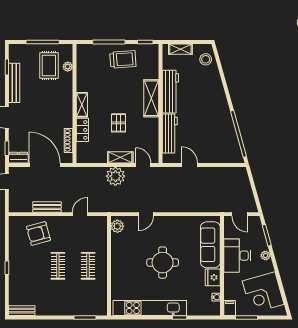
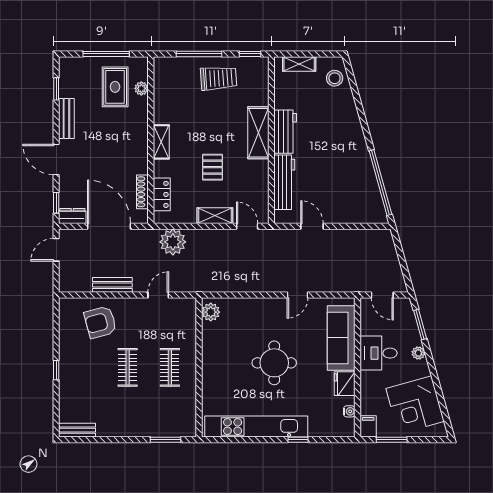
bench: (14, 83) -> (66, 118), width x0.73
workbench: (170, 92) -> (285, 132), width x0.73
locker: (82, 130) -> (162, 194), moved
plant: (115, 176) -> (173, 242), moved
door: (146, 214) -> (297, 295), moved
desk: (237, 256) -> (379, 353), width x0.73

